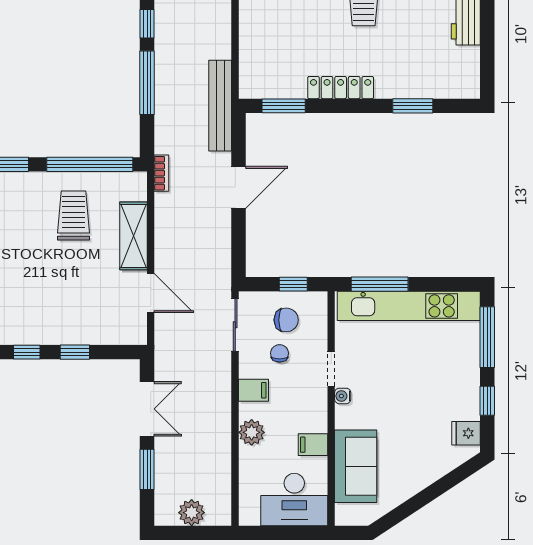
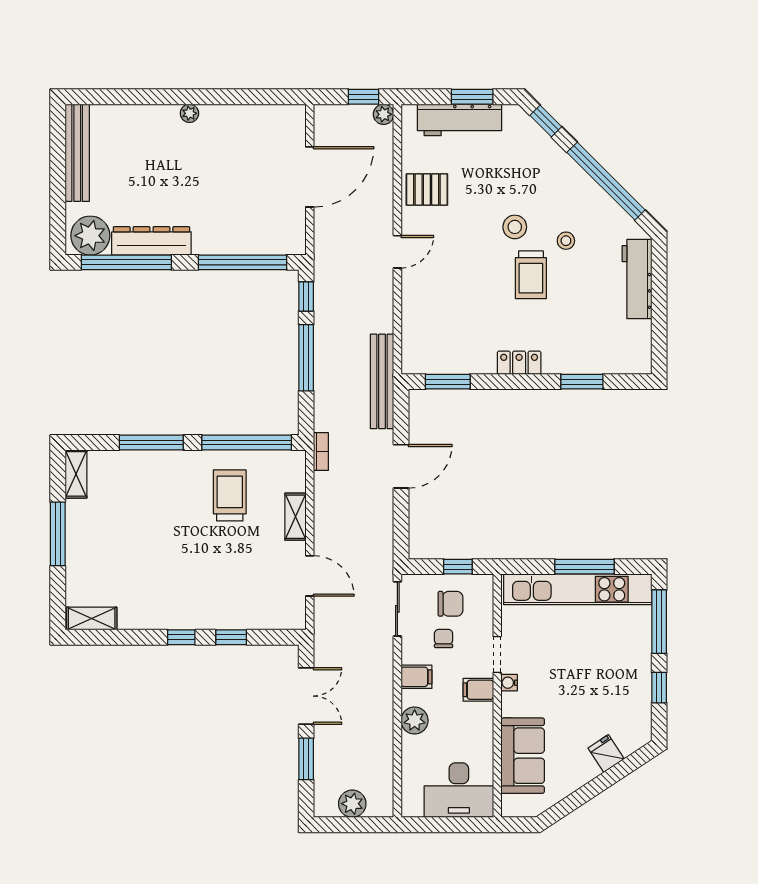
locker: (341, 88) -> (519, 363), width x0.66
shelving: (133, 236) -> (295, 517), width x0.67, depth x0.75
window: (380, 284) -> (584, 567), moved
fridge: (466, 433) -> (606, 753), moved, turned 57
filing cabinet: (313, 445) -> (478, 690), moved

